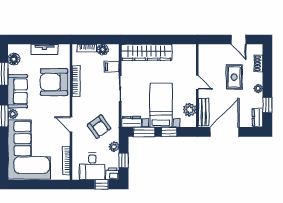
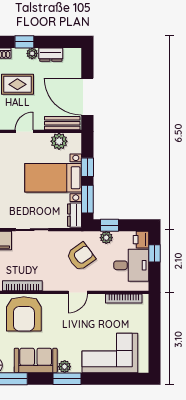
window: (267, 105) -> (24, 42), moved
dresser: (257, 117) -> (51, 55), moved
corner sofa: (29, 150) -> (110, 353), width x0.73, depth x0.74
window: (124, 160) -> (110, 225), moved

